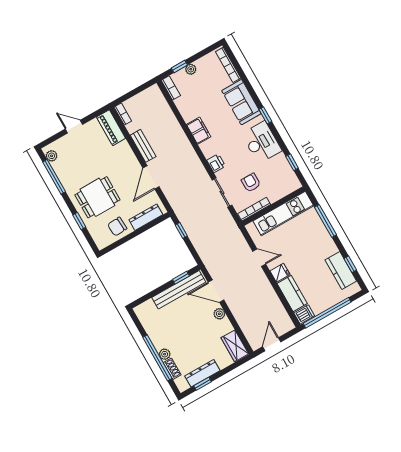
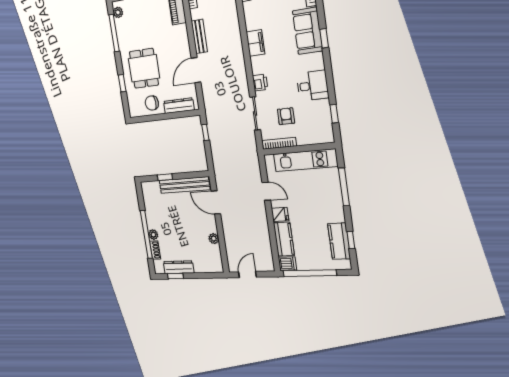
window: (265, 115) -> (324, 38), moved
desk: (262, 142) -> (312, 86), width x0.73
dining table: (97, 197) -> (144, 68), turned 90
window: (181, 278) -> (165, 177), moved
plant: (219, 314) -> (214, 239), moved
wardrobe: (235, 346) -> (214, 259), removed

